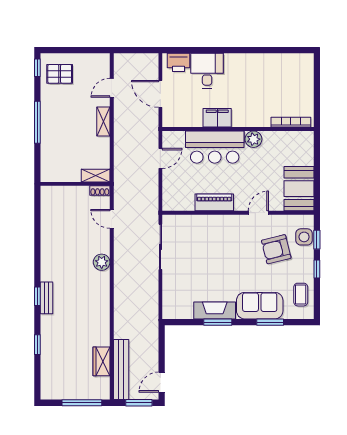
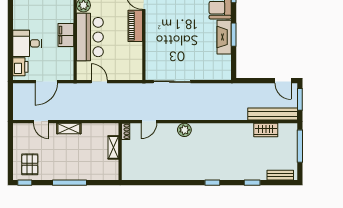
shelving: (96, 176) -> (113, 147), moved
piano: (214, 202) -> (135, 26), moved
bench: (47, 298) -> (280, 175), moved

